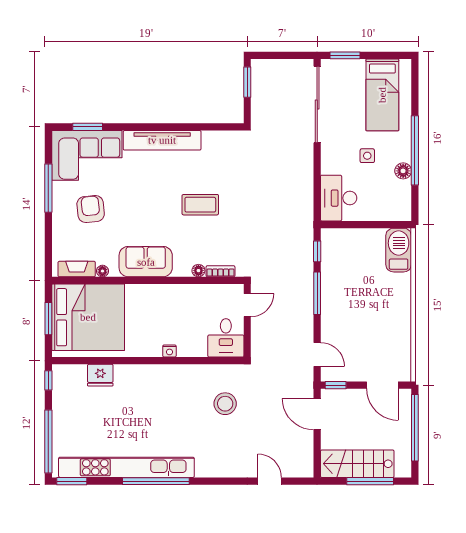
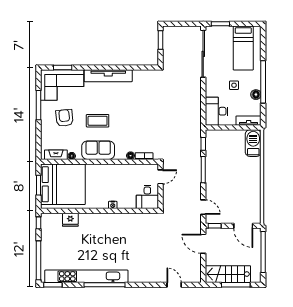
coffee table: (200, 205) -> (98, 121), moved
tv unit: (391, 213) -> (249, 121), added
stool: (225, 404) -> (147, 237), removed

